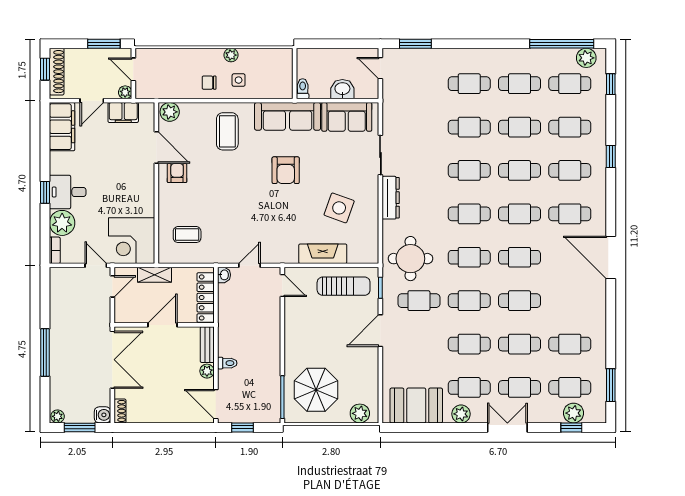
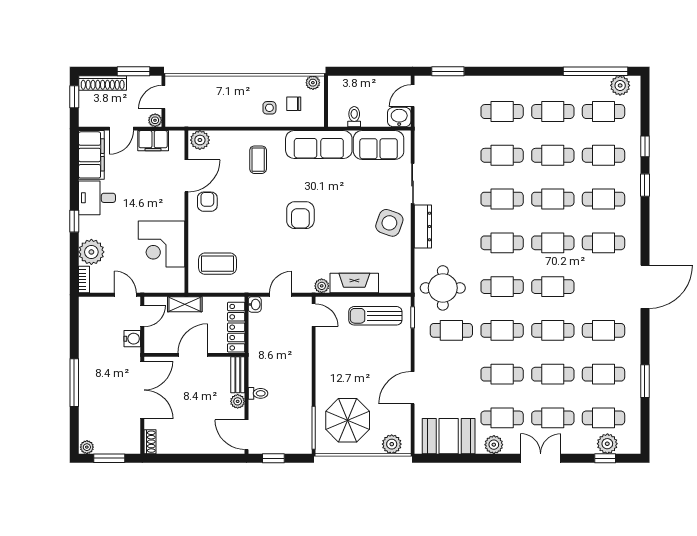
plant: (231, 55) -> (313, 83), moved
door: (380, 68) -> (413, 96), hinge flipped
door: (133, 69) -> (163, 97), hinge flipped
shoe rack: (57, 72) -> (103, 83), moved, turned 90
chair: (209, 83) -> (294, 104), moved
window: (611, 84) -> (645, 146), moved
toilet: (303, 89) -> (354, 117), moved
washbasin: (342, 89) -> (399, 117), moved
coffee table: (227, 131) -> (258, 160), width x0.73, depth x0.77
door: (156, 147) -> (186, 176), hinge flipped
armchair: (286, 170) -> (300, 215), moved
desk: (68, 192) -> (97, 198), moved
side table: (339, 208) -> (389, 223), moved
coffee table: (187, 235) -> (218, 264), width x1.36, depth x1.30
corner desk: (132, 241) -> (162, 244), moved
plant: (290, 257) -> (322, 286), added
door: (611, 257) -> (645, 287), swing flipped
sun lounger: (344, 286) -> (375, 316), turned 180
cafe table: (570, 301) -> (603, 330), added
door: (380, 331) -> (413, 388), moved
window: (611, 385) -> (645, 381), moved
water cooler: (103, 415) -> (132, 339), moved

